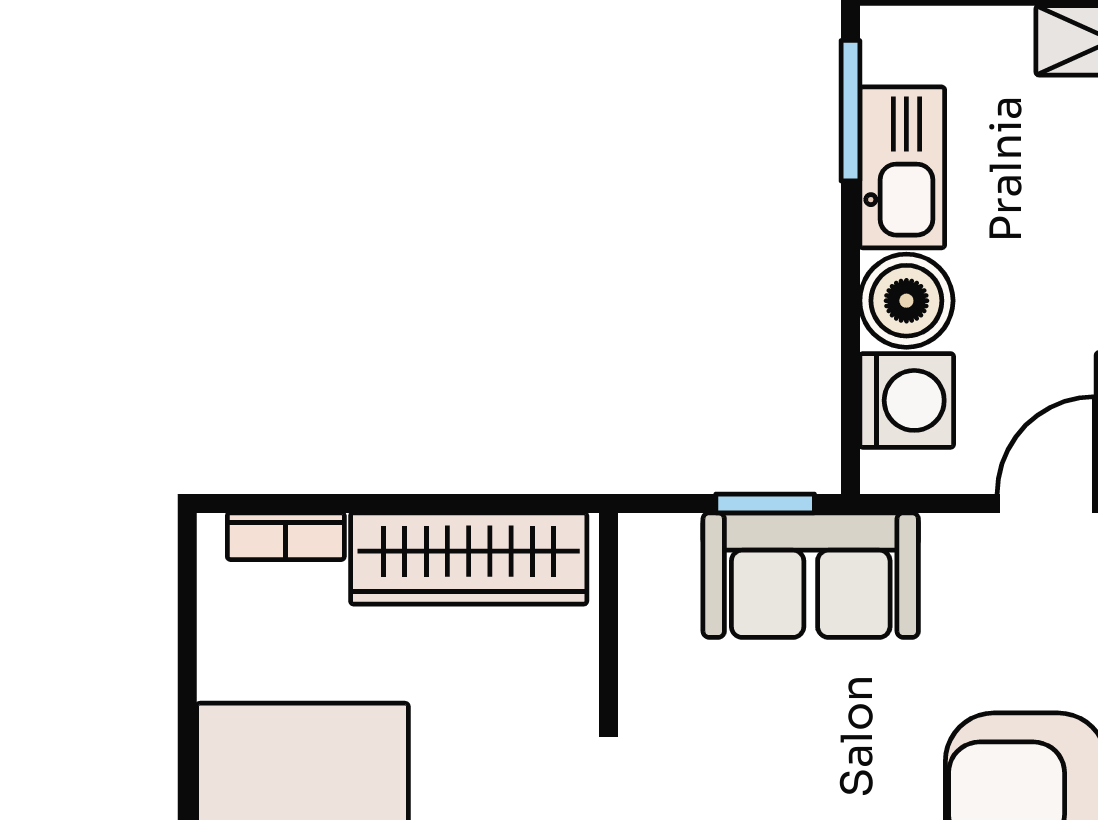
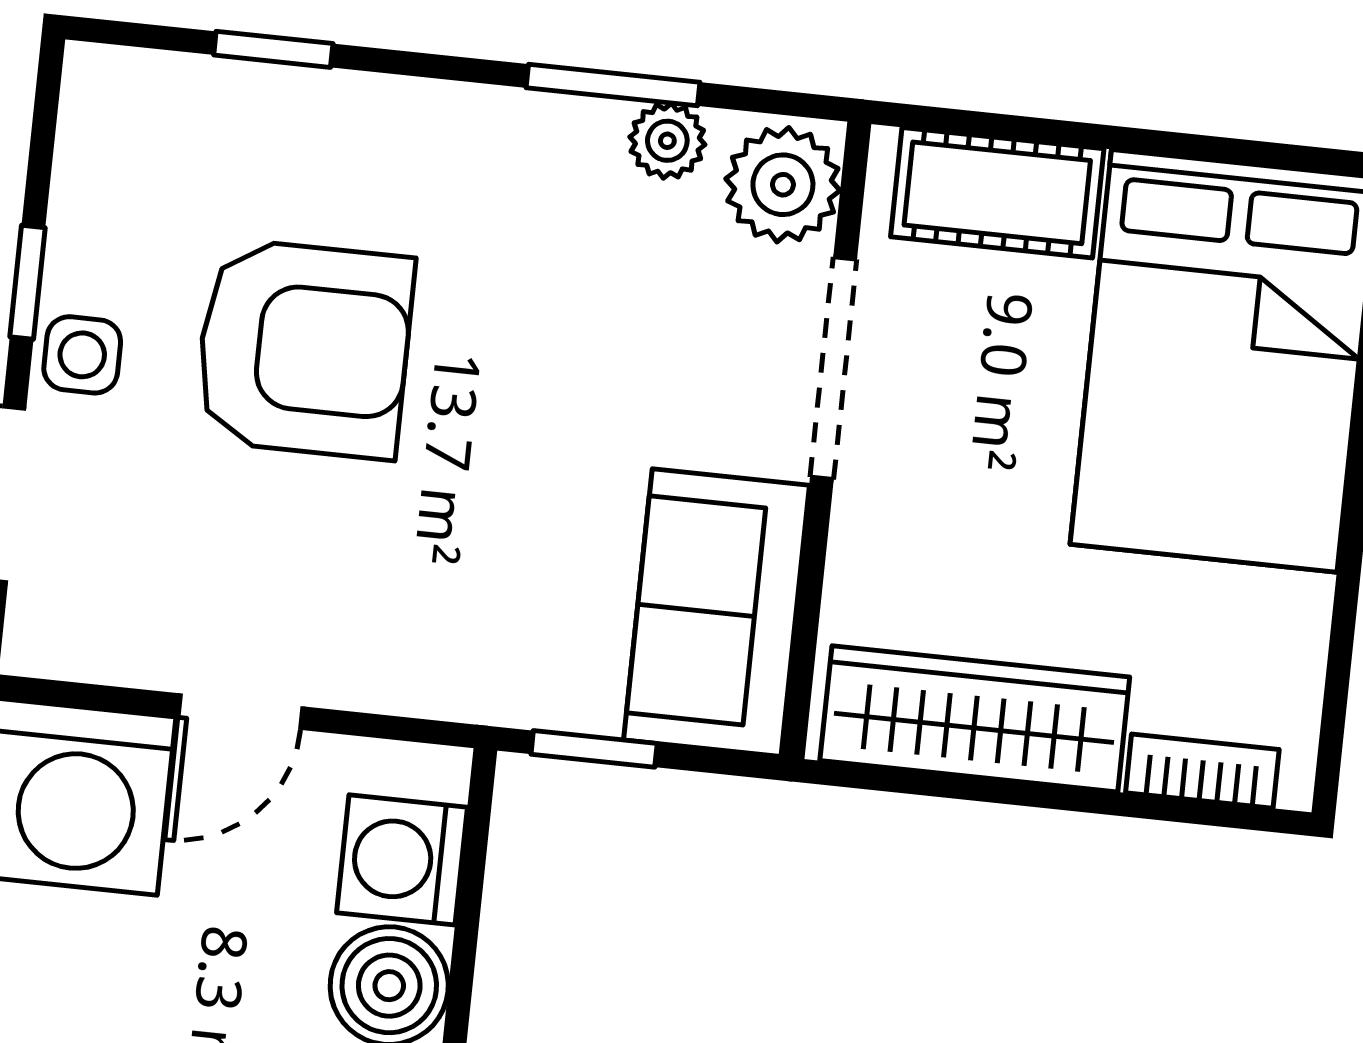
sofa: (811, 575) -> (717, 613), moved, turned -90

